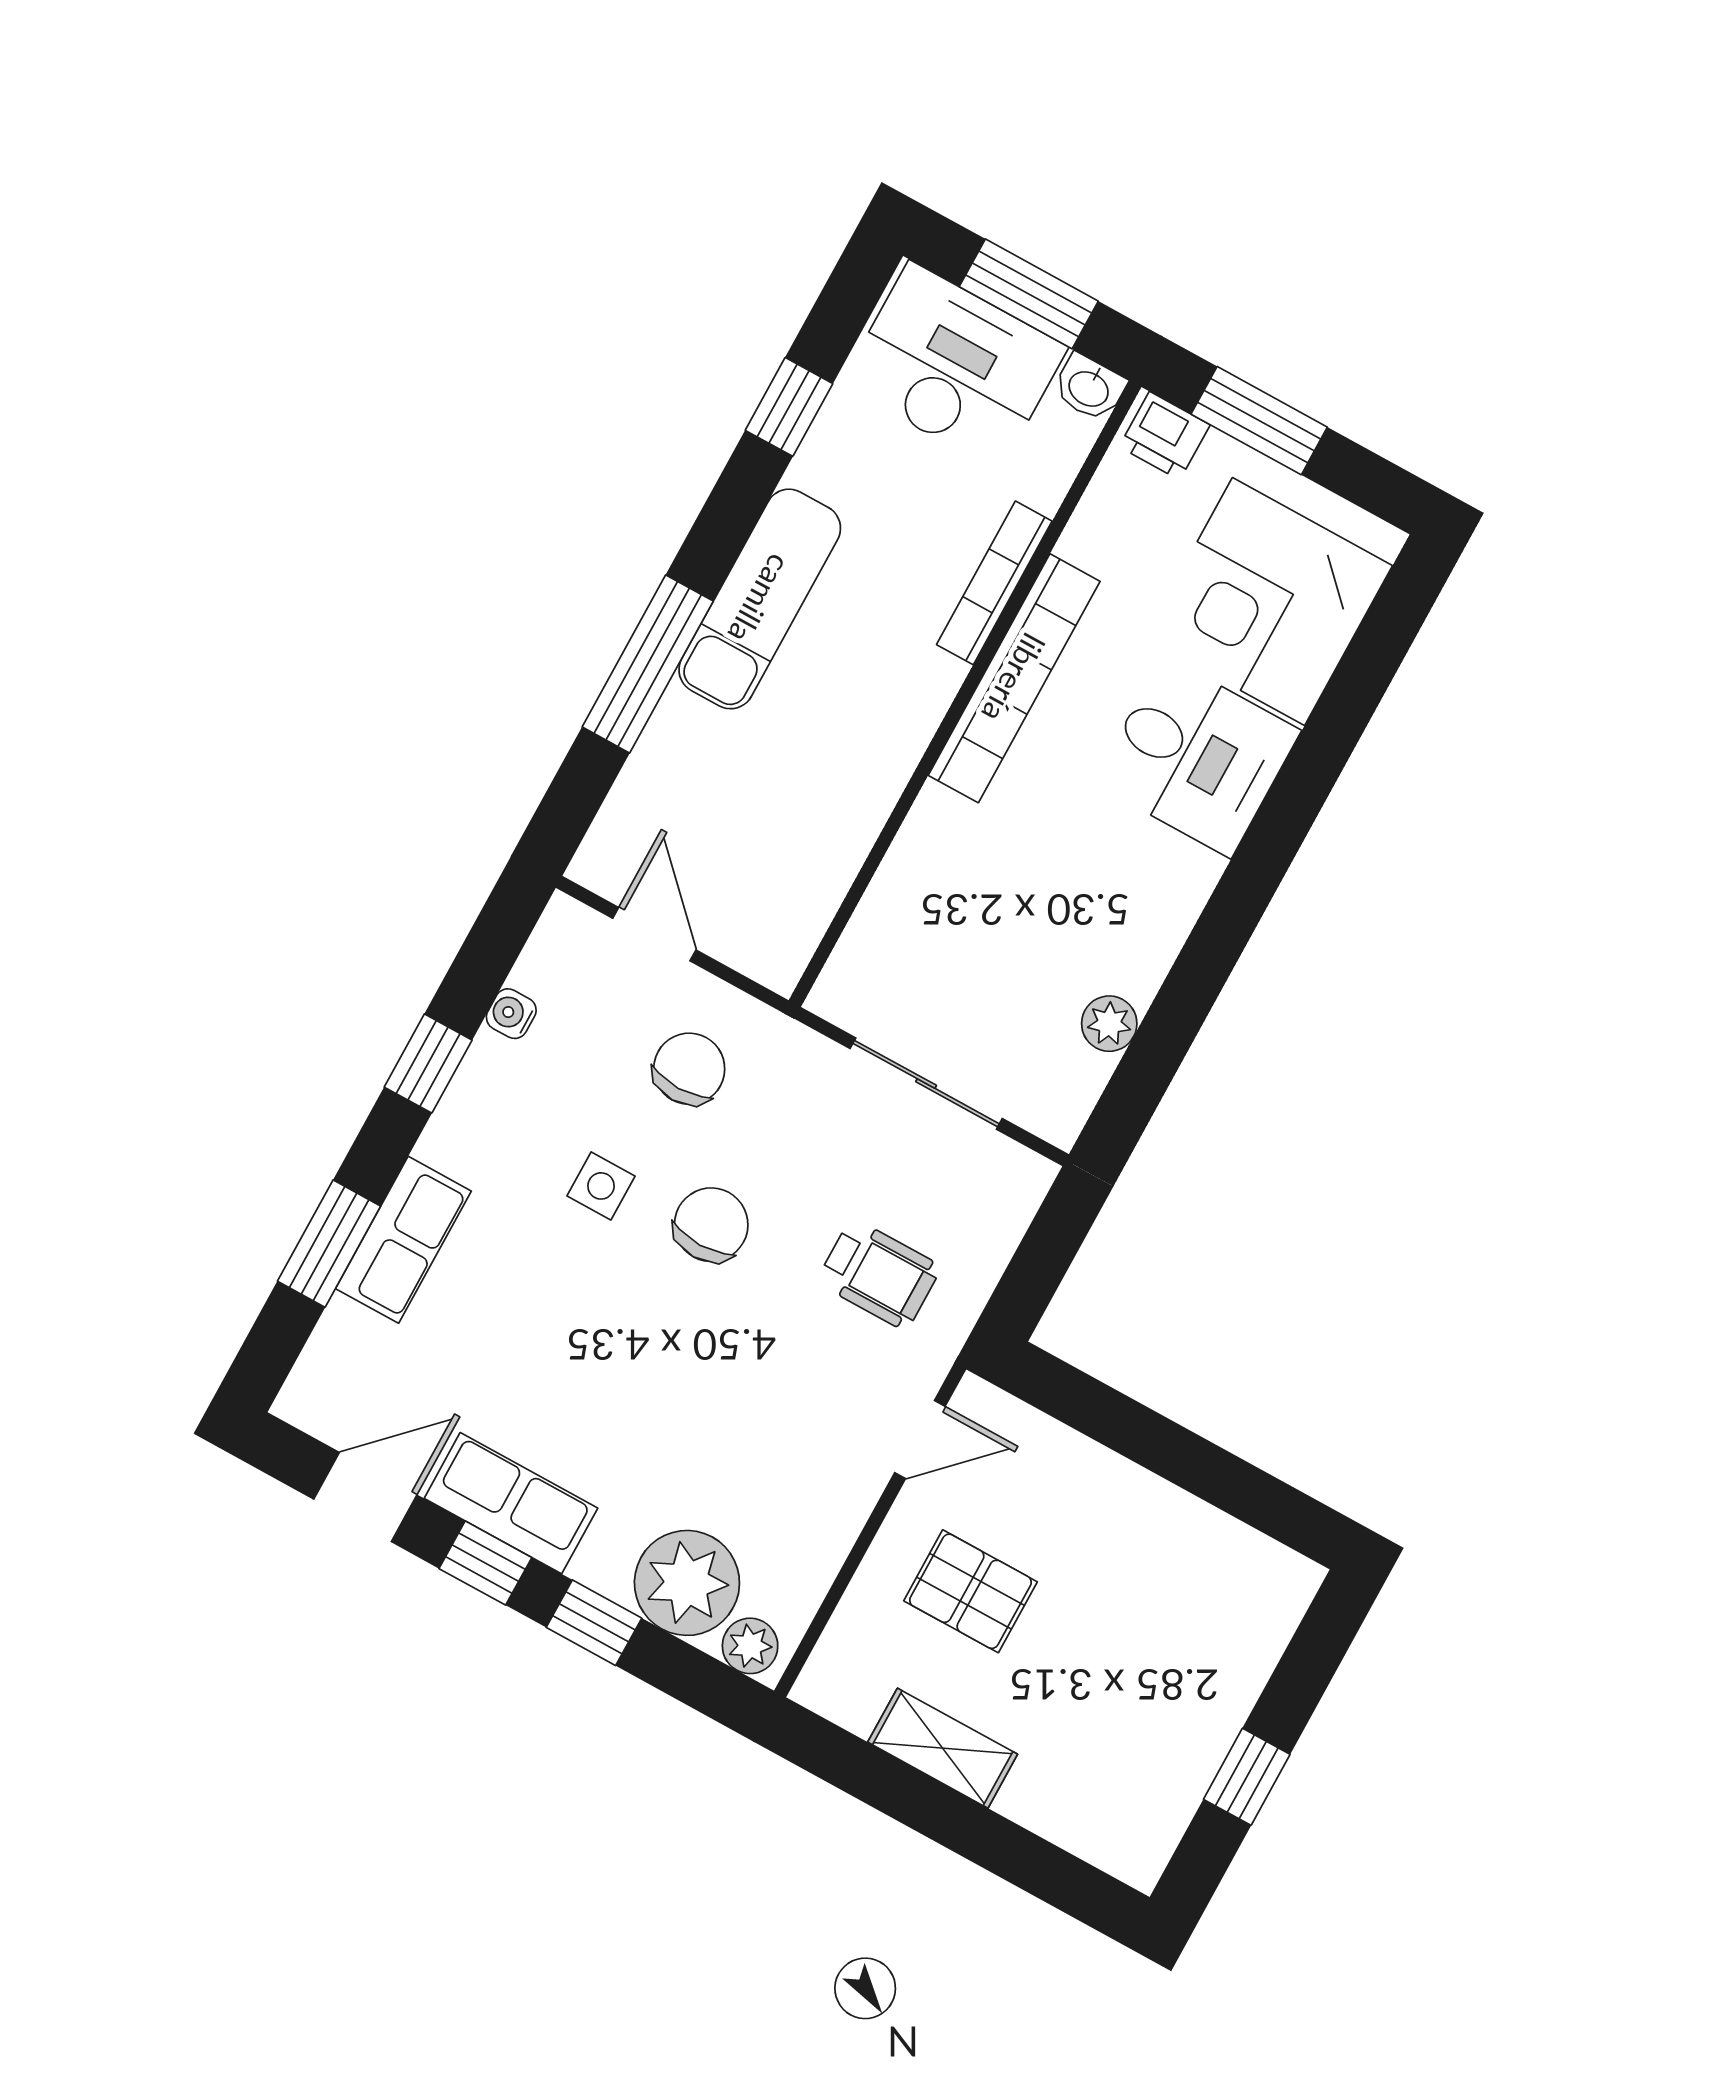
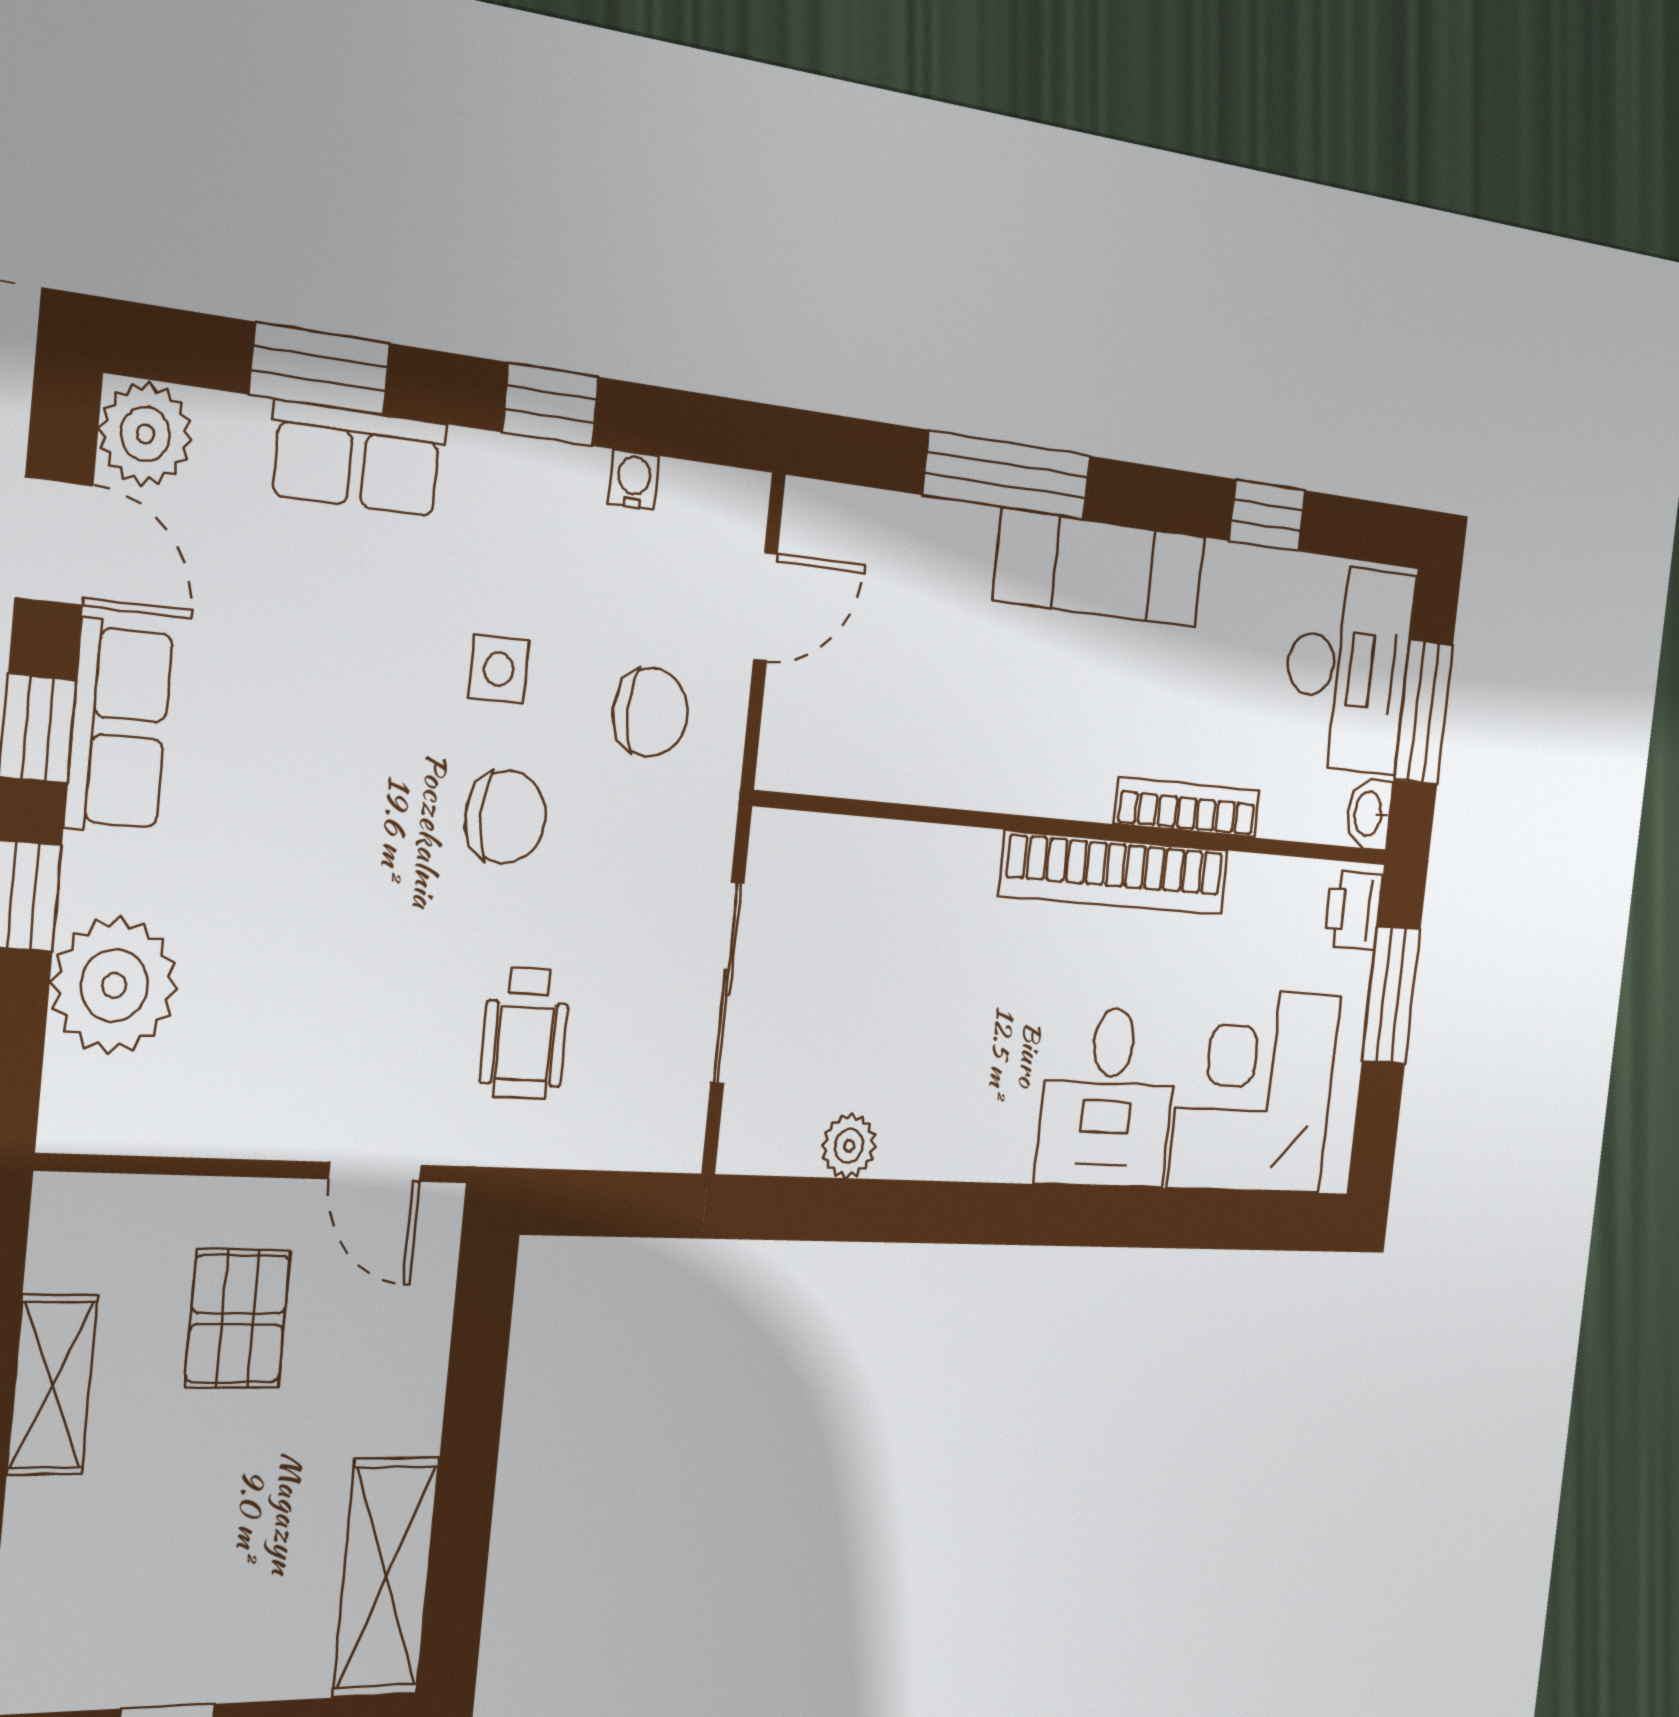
shelving: (1227, 1557) -> (386, 1577), added
plant: (750, 1646) -> (145, 434), moved, width x1.38, depth x1.38

